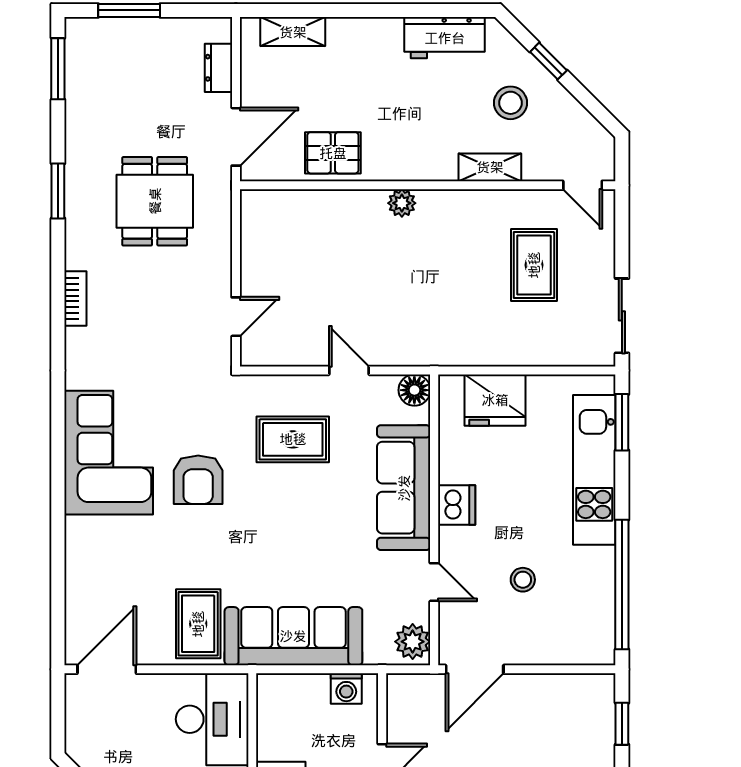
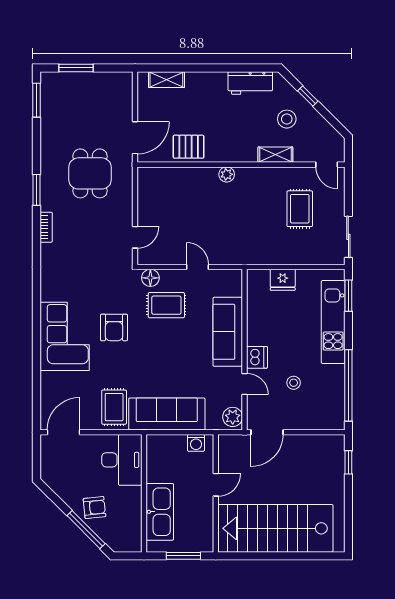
dresser: (218, 68) -> (125, 100), removed
window: (58, 191) -> (37, 190), moved
floor lamp: (414, 390) -> (150, 278), moved
fridge: (495, 400) -> (283, 280), width x0.73, depth x0.75
corner sofa: (109, 453) -> (65, 336), moved
dishwasher: (457, 505) -> (257, 357), moved

